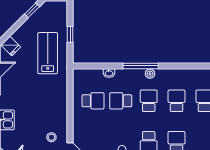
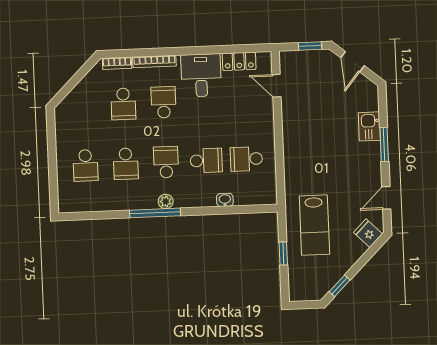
window: (141, 66) -> (155, 213), moved
school desk: (149, 101) -> (166, 162), turned 180
stool: (51, 137) -> (304, 104), removed

